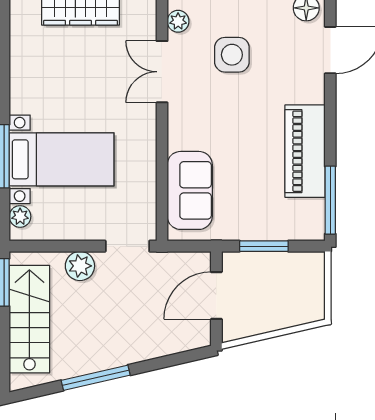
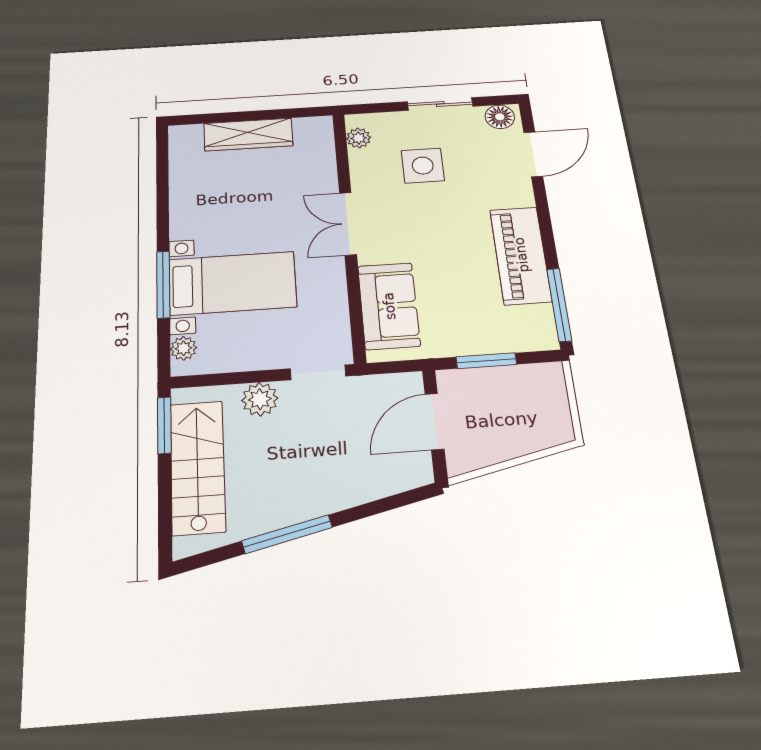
double door: (162, 72) -> (348, 224), moved

